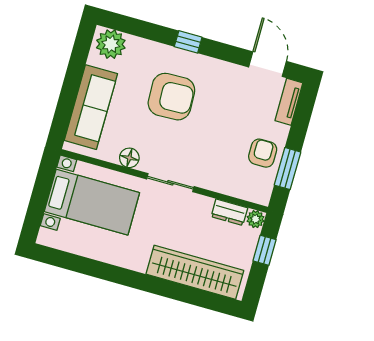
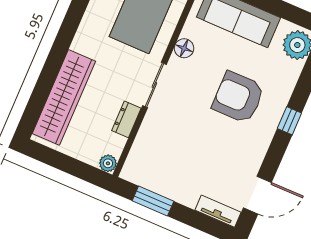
armchair: (171, 97) -> (238, 97), turned 92
armchair: (263, 153) -> (171, 179), removed
dresser: (229, 212) -> (126, 119), moved
window: (265, 250) -> (76, 168), removed

